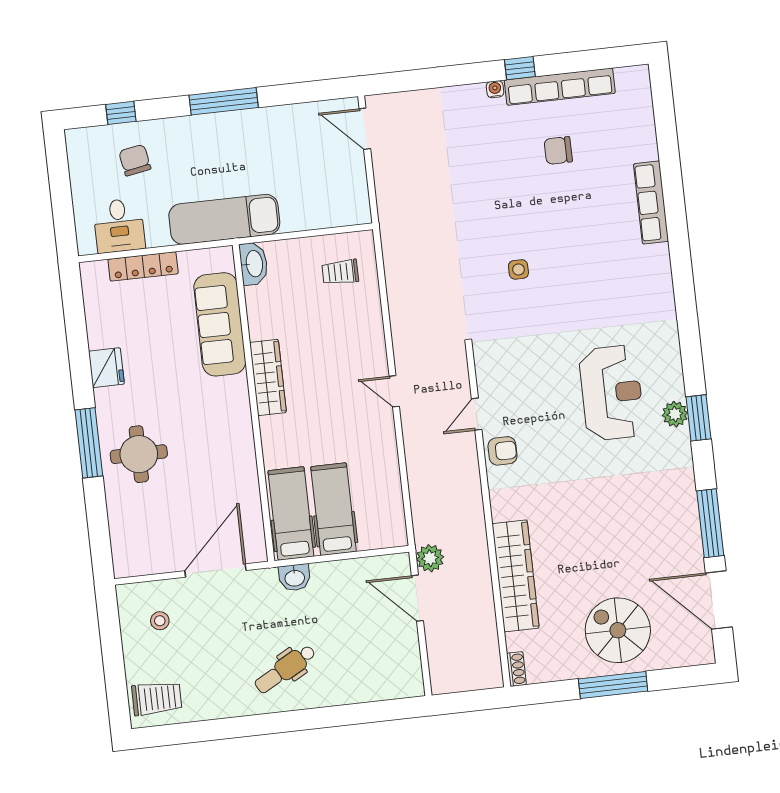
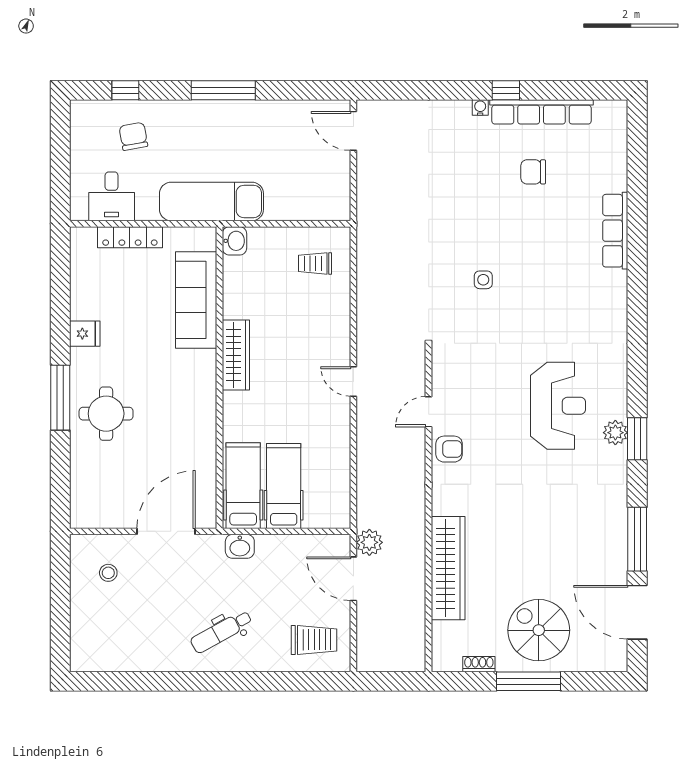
washbasin: (254, 264) -> (234, 241), width x0.72
fridge: (106, 368) -> (85, 334), width x0.72
shoe rack: (516, 669) -> (479, 664), moved, turned -90
trolley: (157, 698) -> (314, 640), moved

